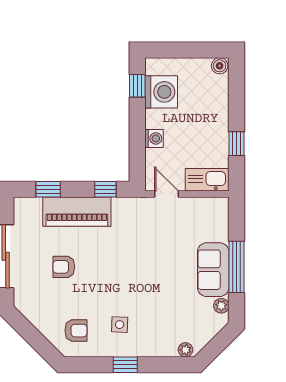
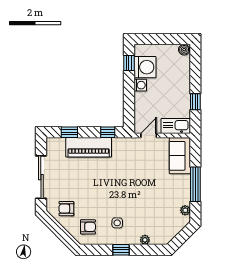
washing machine: (154, 138) -> (140, 85), moved
door: (167, 194) -> (149, 135), hinge flipped
armchair: (64, 267) -> (66, 209), moved
sofa: (213, 270) -> (180, 156), moved
plant: (185, 350) -> (145, 240), moved

